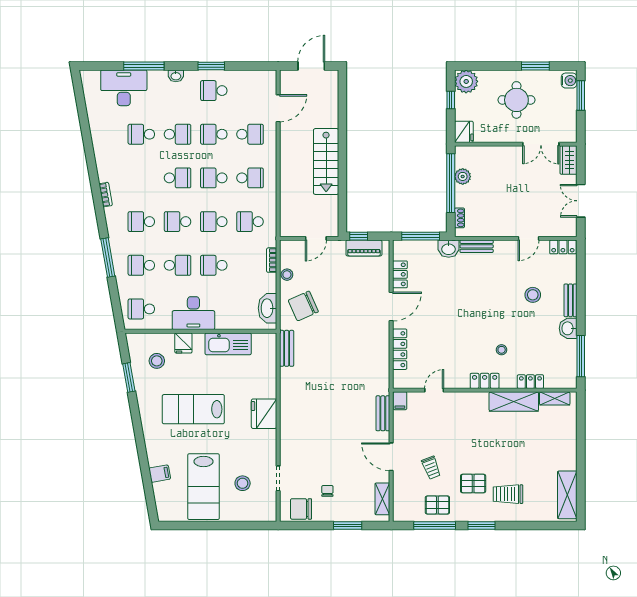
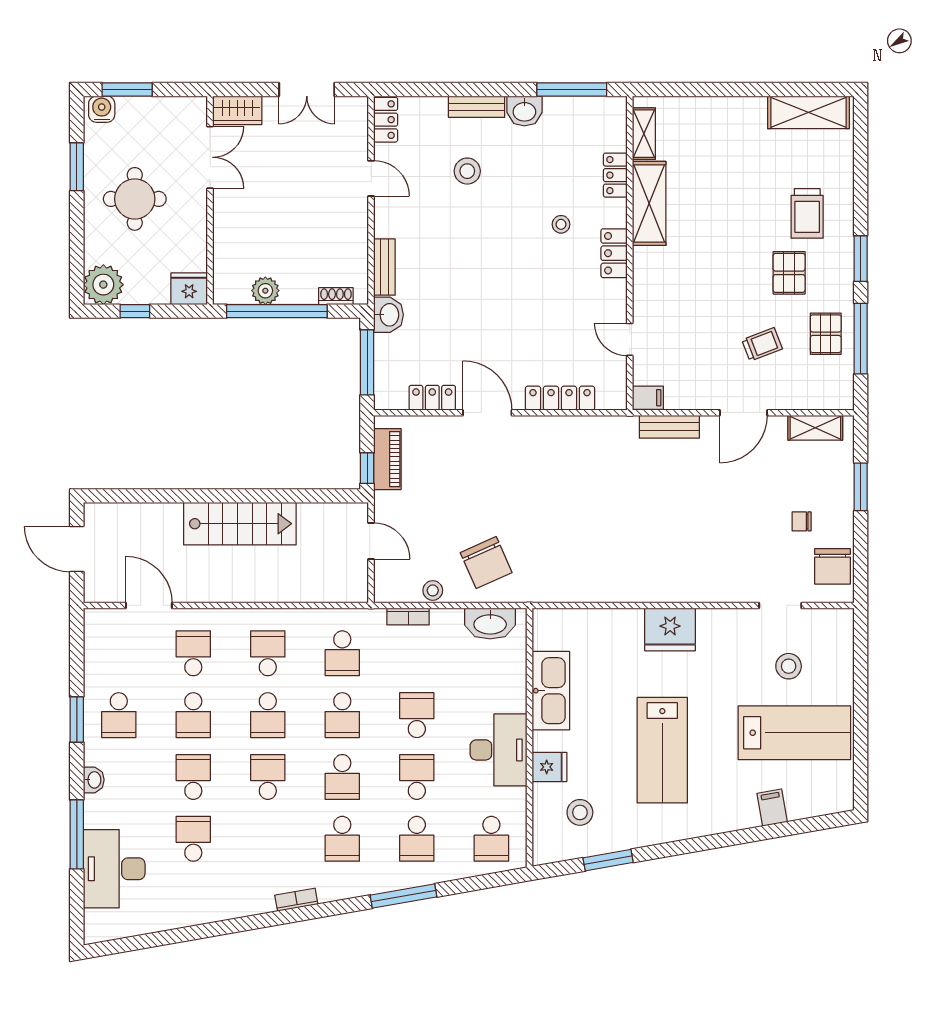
school desk: (141, 134) -> (193, 839), turned 180
school desk: (214, 265) -> (417, 715), turned 180
bench: (287, 348) -> (559, 591), removed

